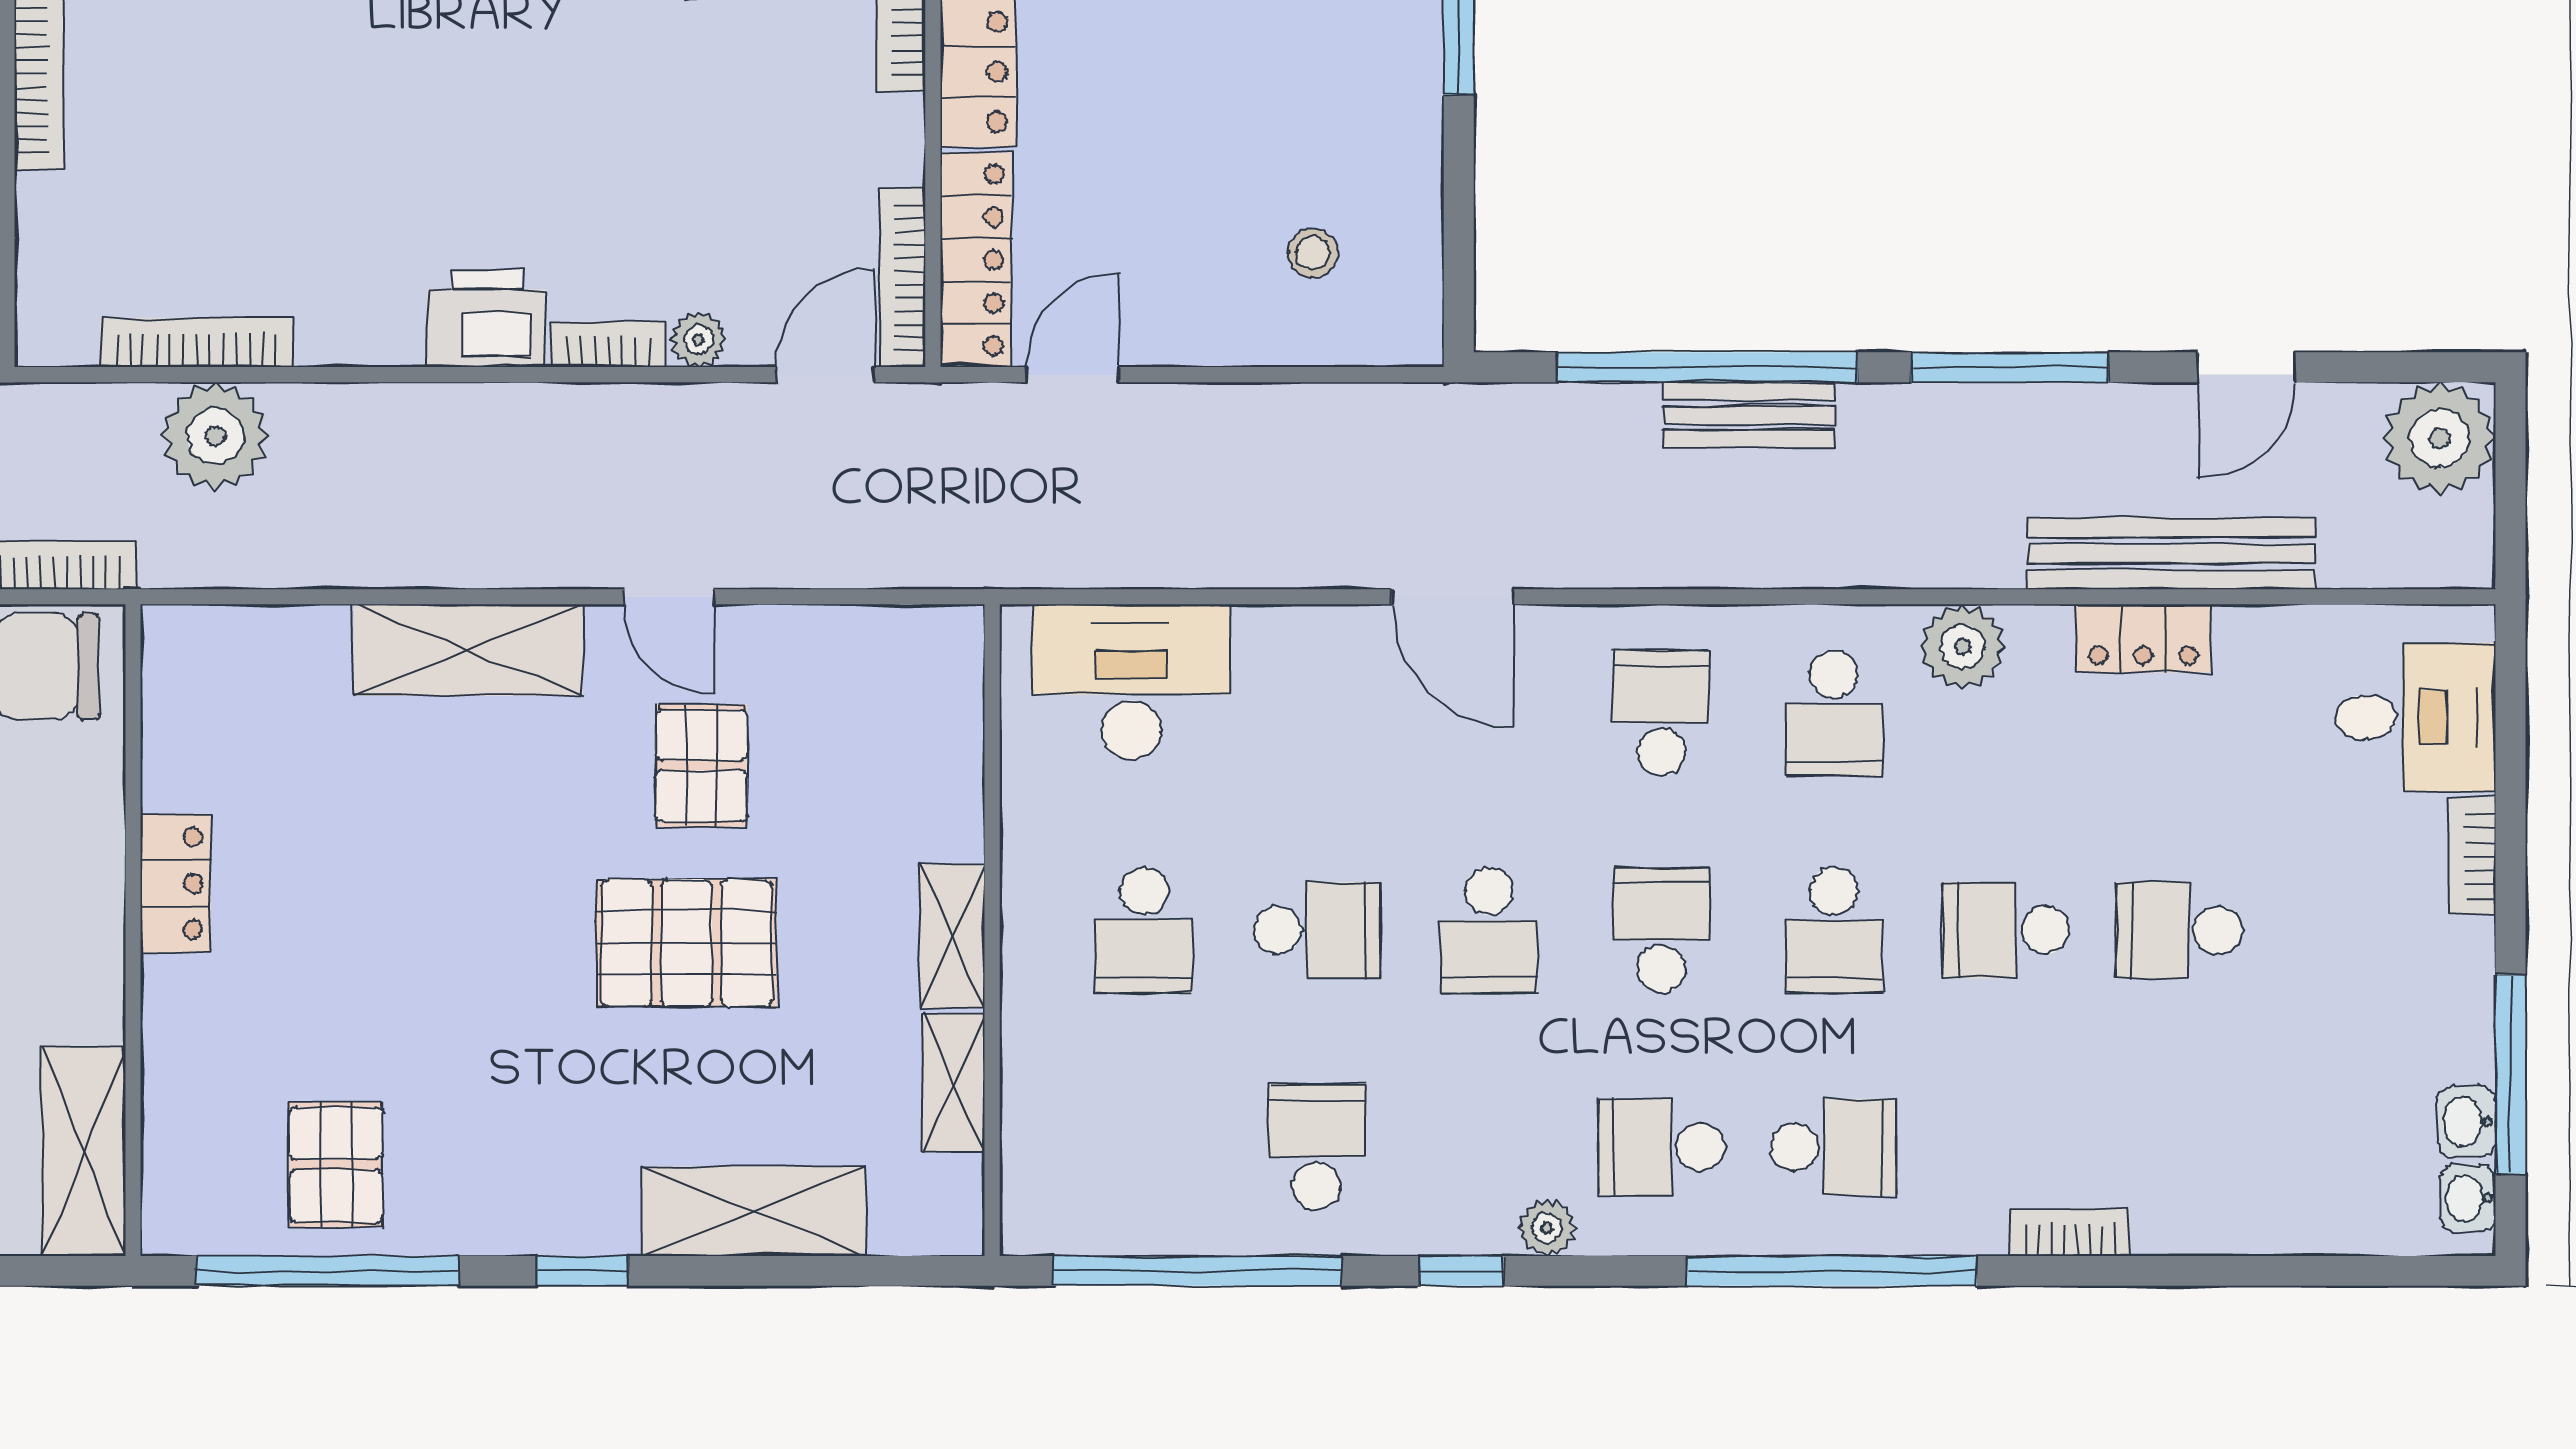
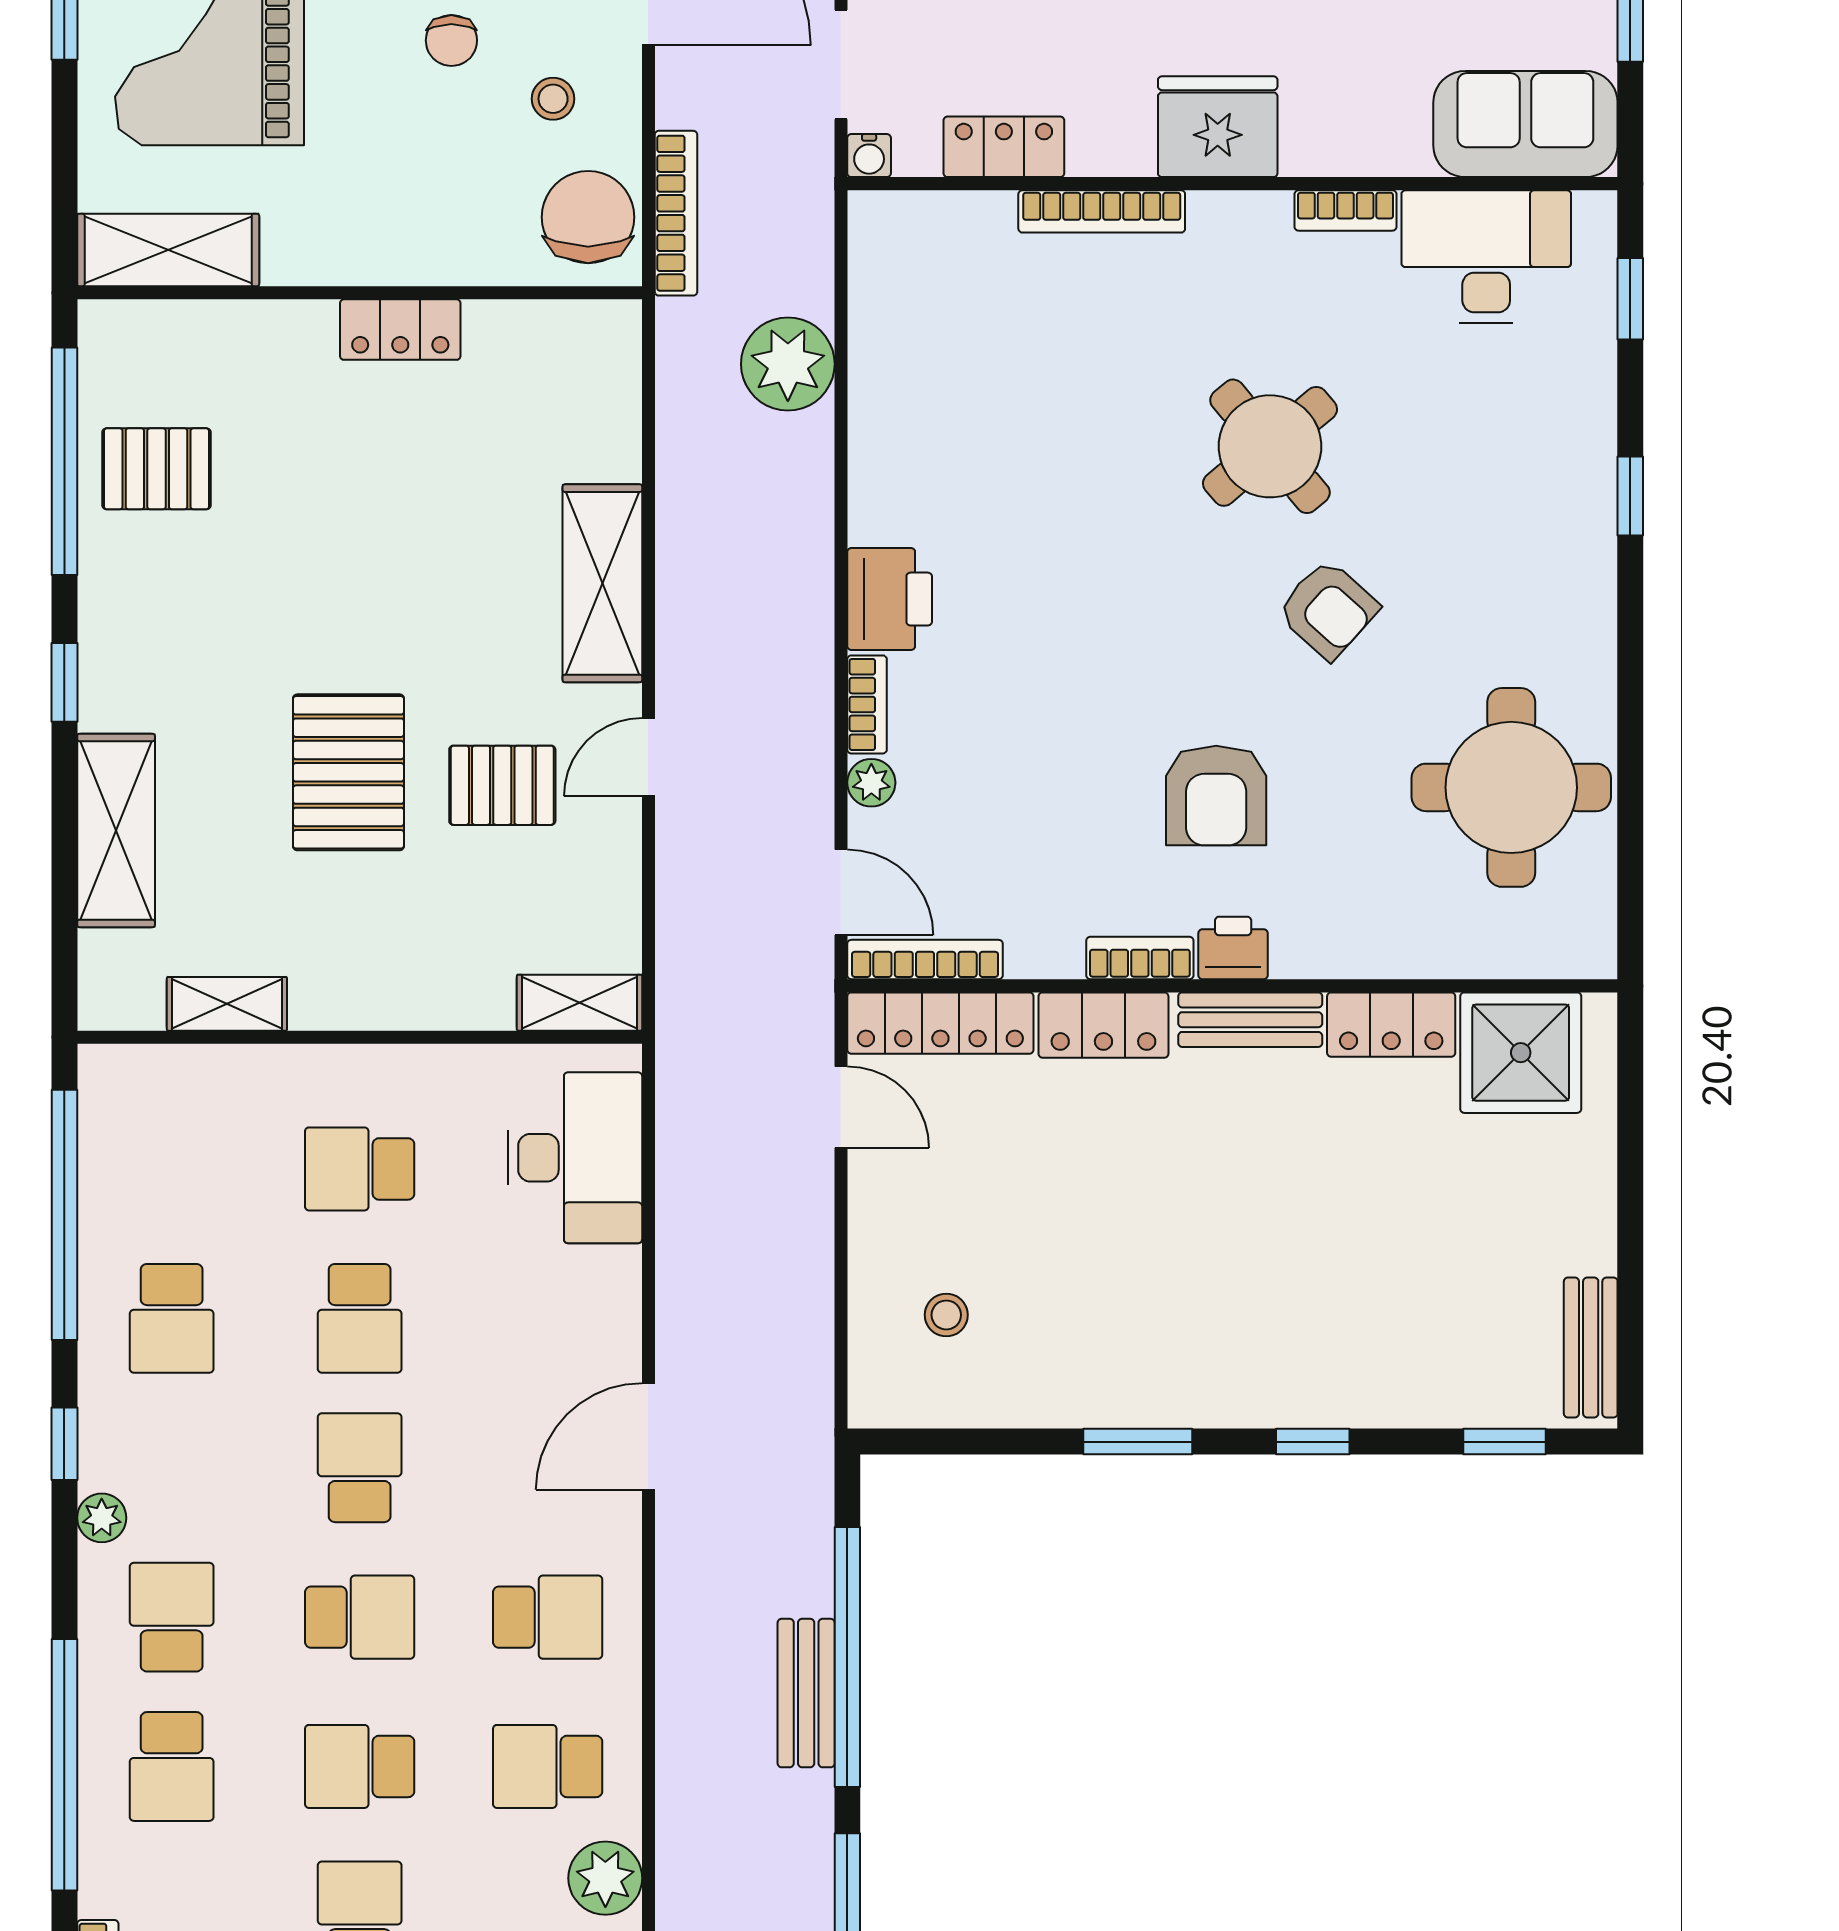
bookcase: (197, 343) -> (869, 348), removed
school desk: (1489, 930) -> (360, 1468), turned 90
shelving: (952, 936) -> (579, 1003), moved
school desk: (1317, 1147) -> (172, 1318), turned 90

